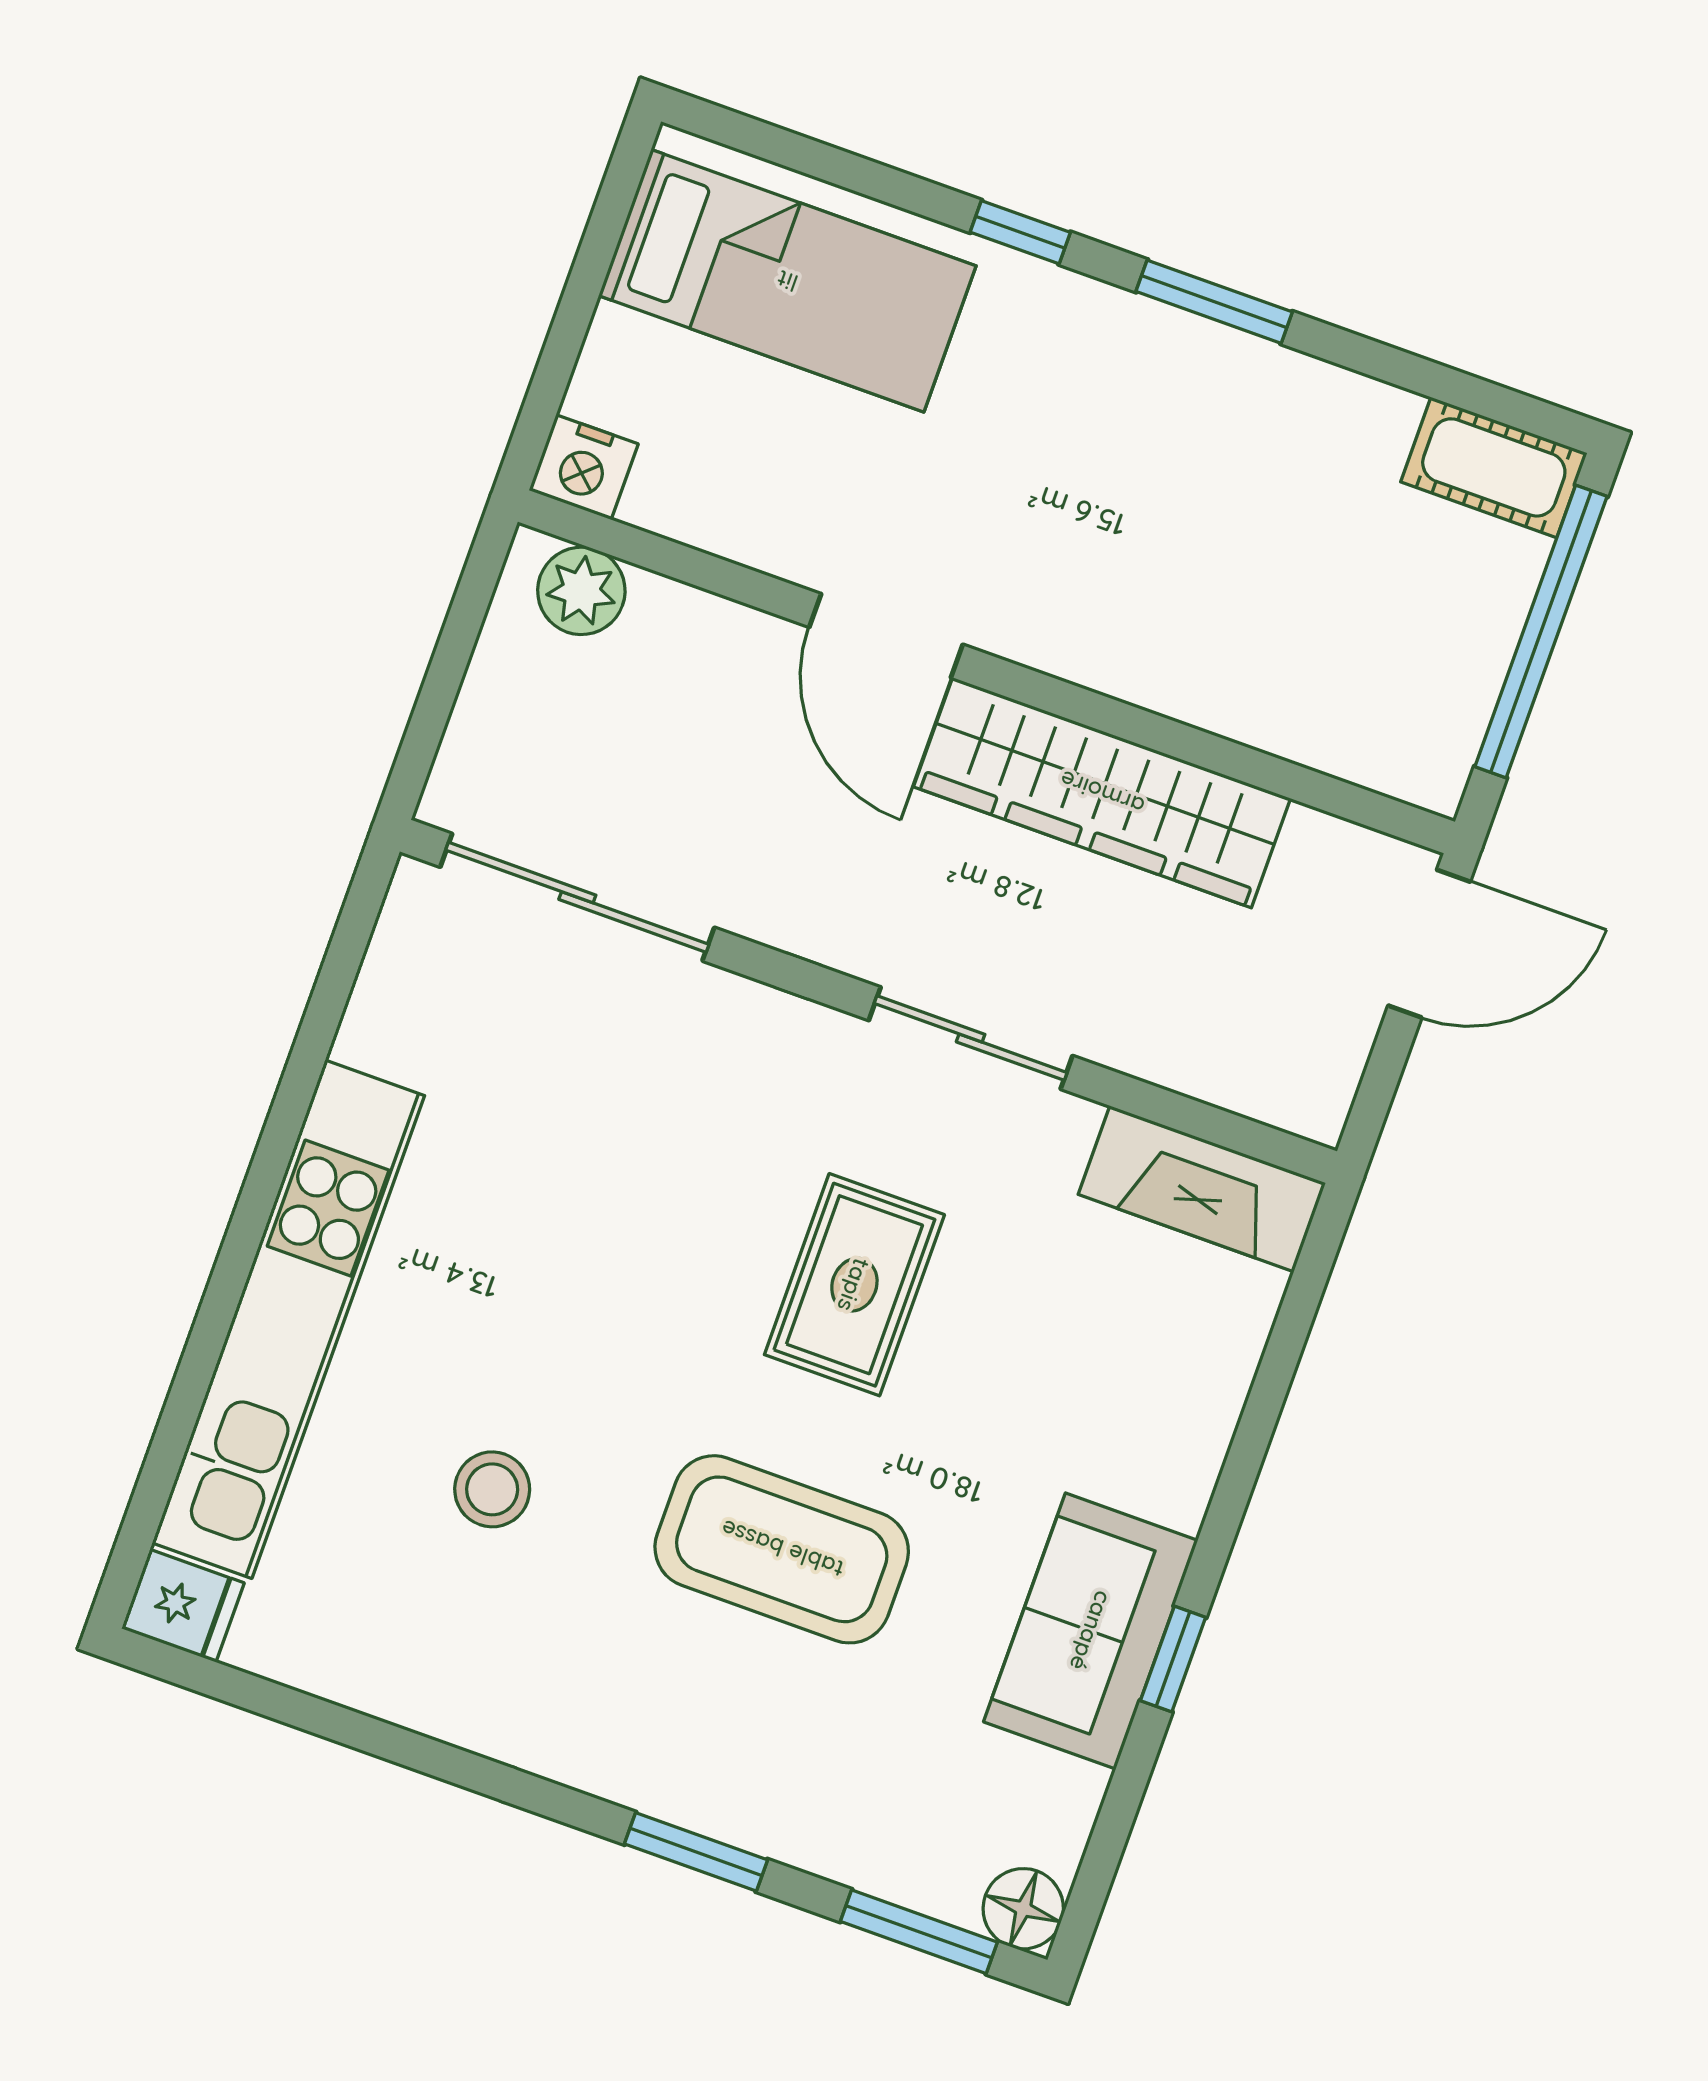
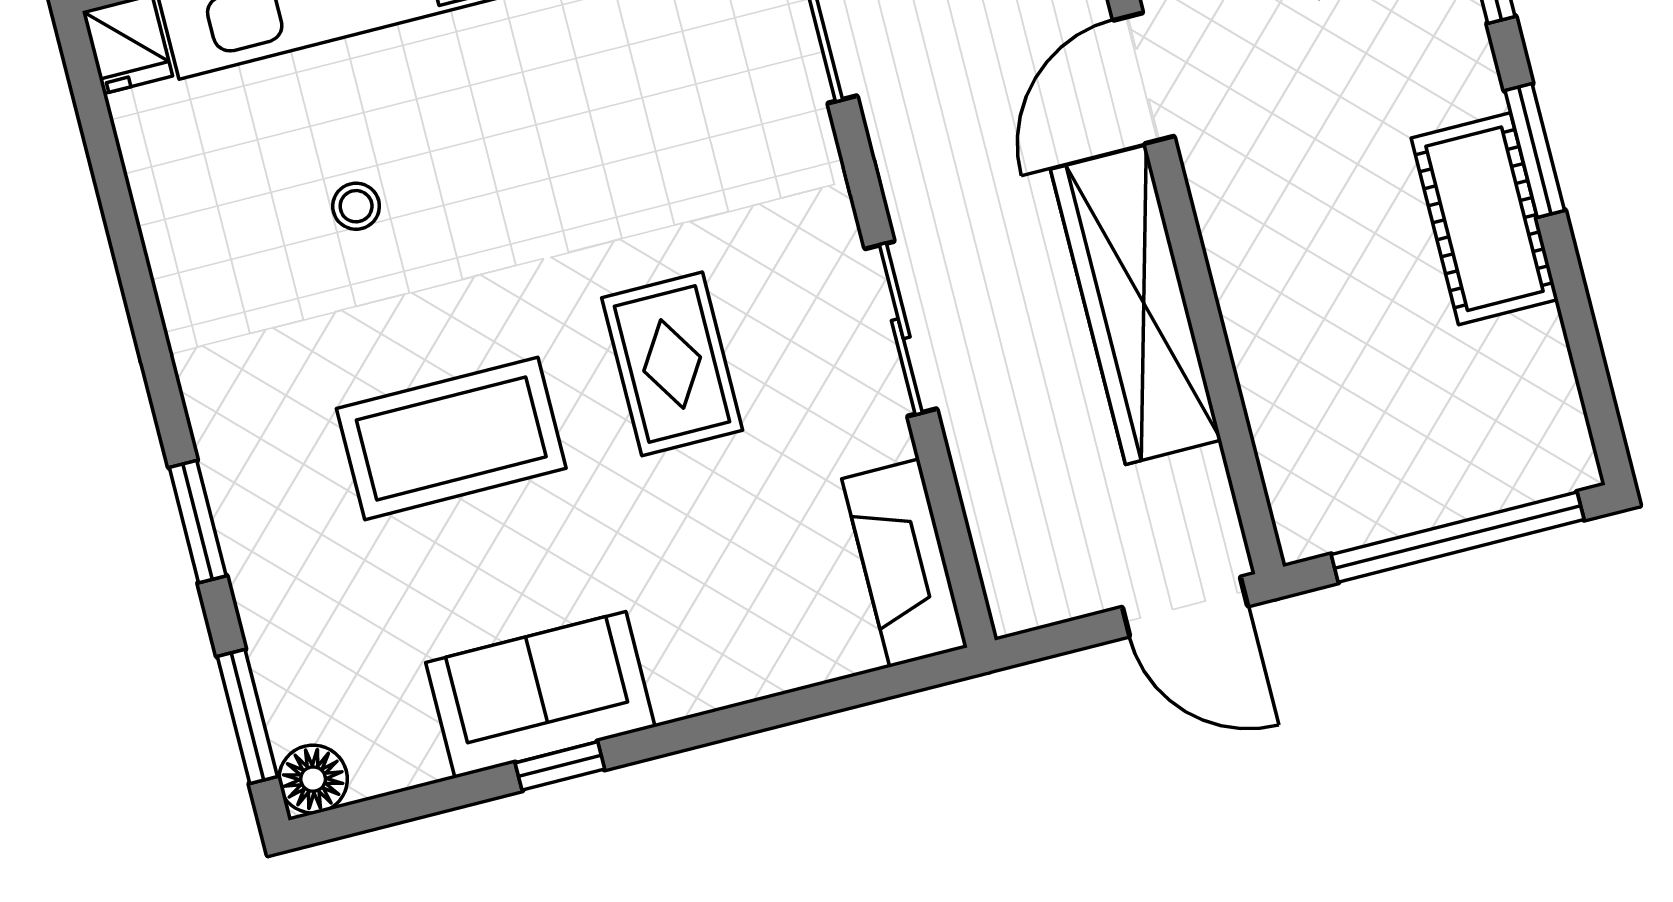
cot: (1494, 467) -> (1485, 219), moved, width x1.37, depth x1.34
rug: (854, 1285) -> (672, 364), turned 90
stool: (492, 1489) -> (356, 206), width x0.73, depth x0.73
coffee table: (782, 1549) -> (451, 438), turned 90

